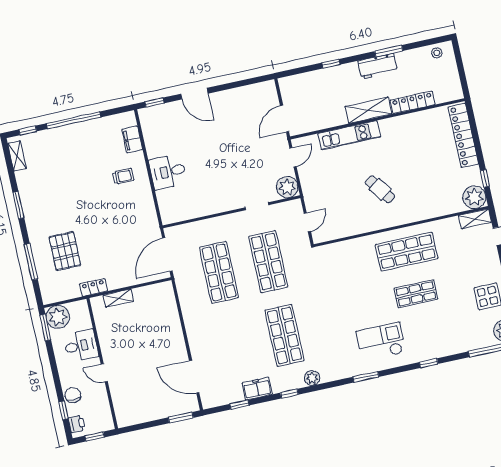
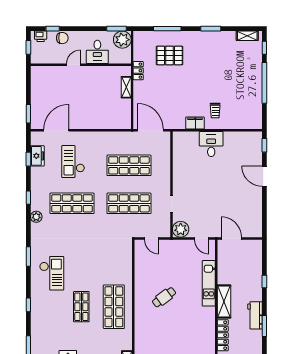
door: (194, 94) -> (264, 176), hinge flipped
filing cabinet: (132, 139) -> (195, 123), moved
checkout: (230, 346) -> (73, 162), added
freezer: (257, 389) -> (37, 156), moved

